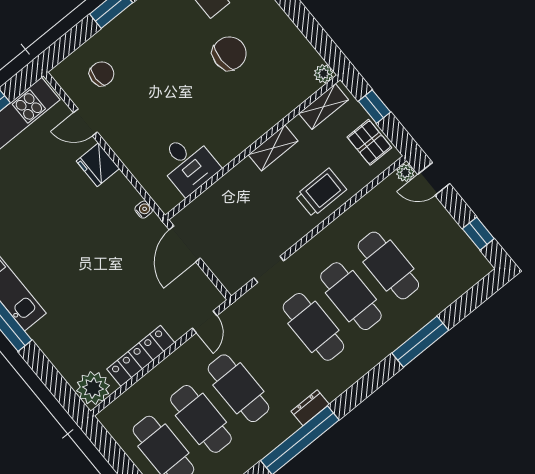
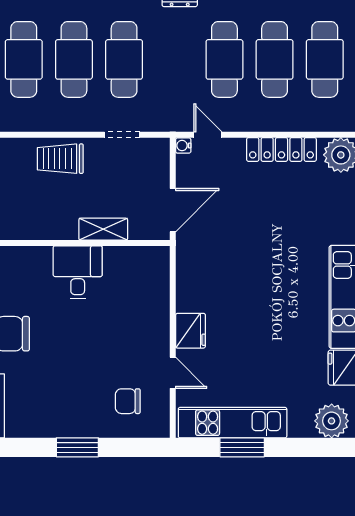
shelving: (273, 148) -> (103, 229), moved
desk: (188, 164) -> (78, 272), moved
trolley: (321, 193) -> (60, 159), moved
water cooler: (144, 210) -> (183, 146), moved
door: (205, 322) -> (208, 135), hinge flipped

